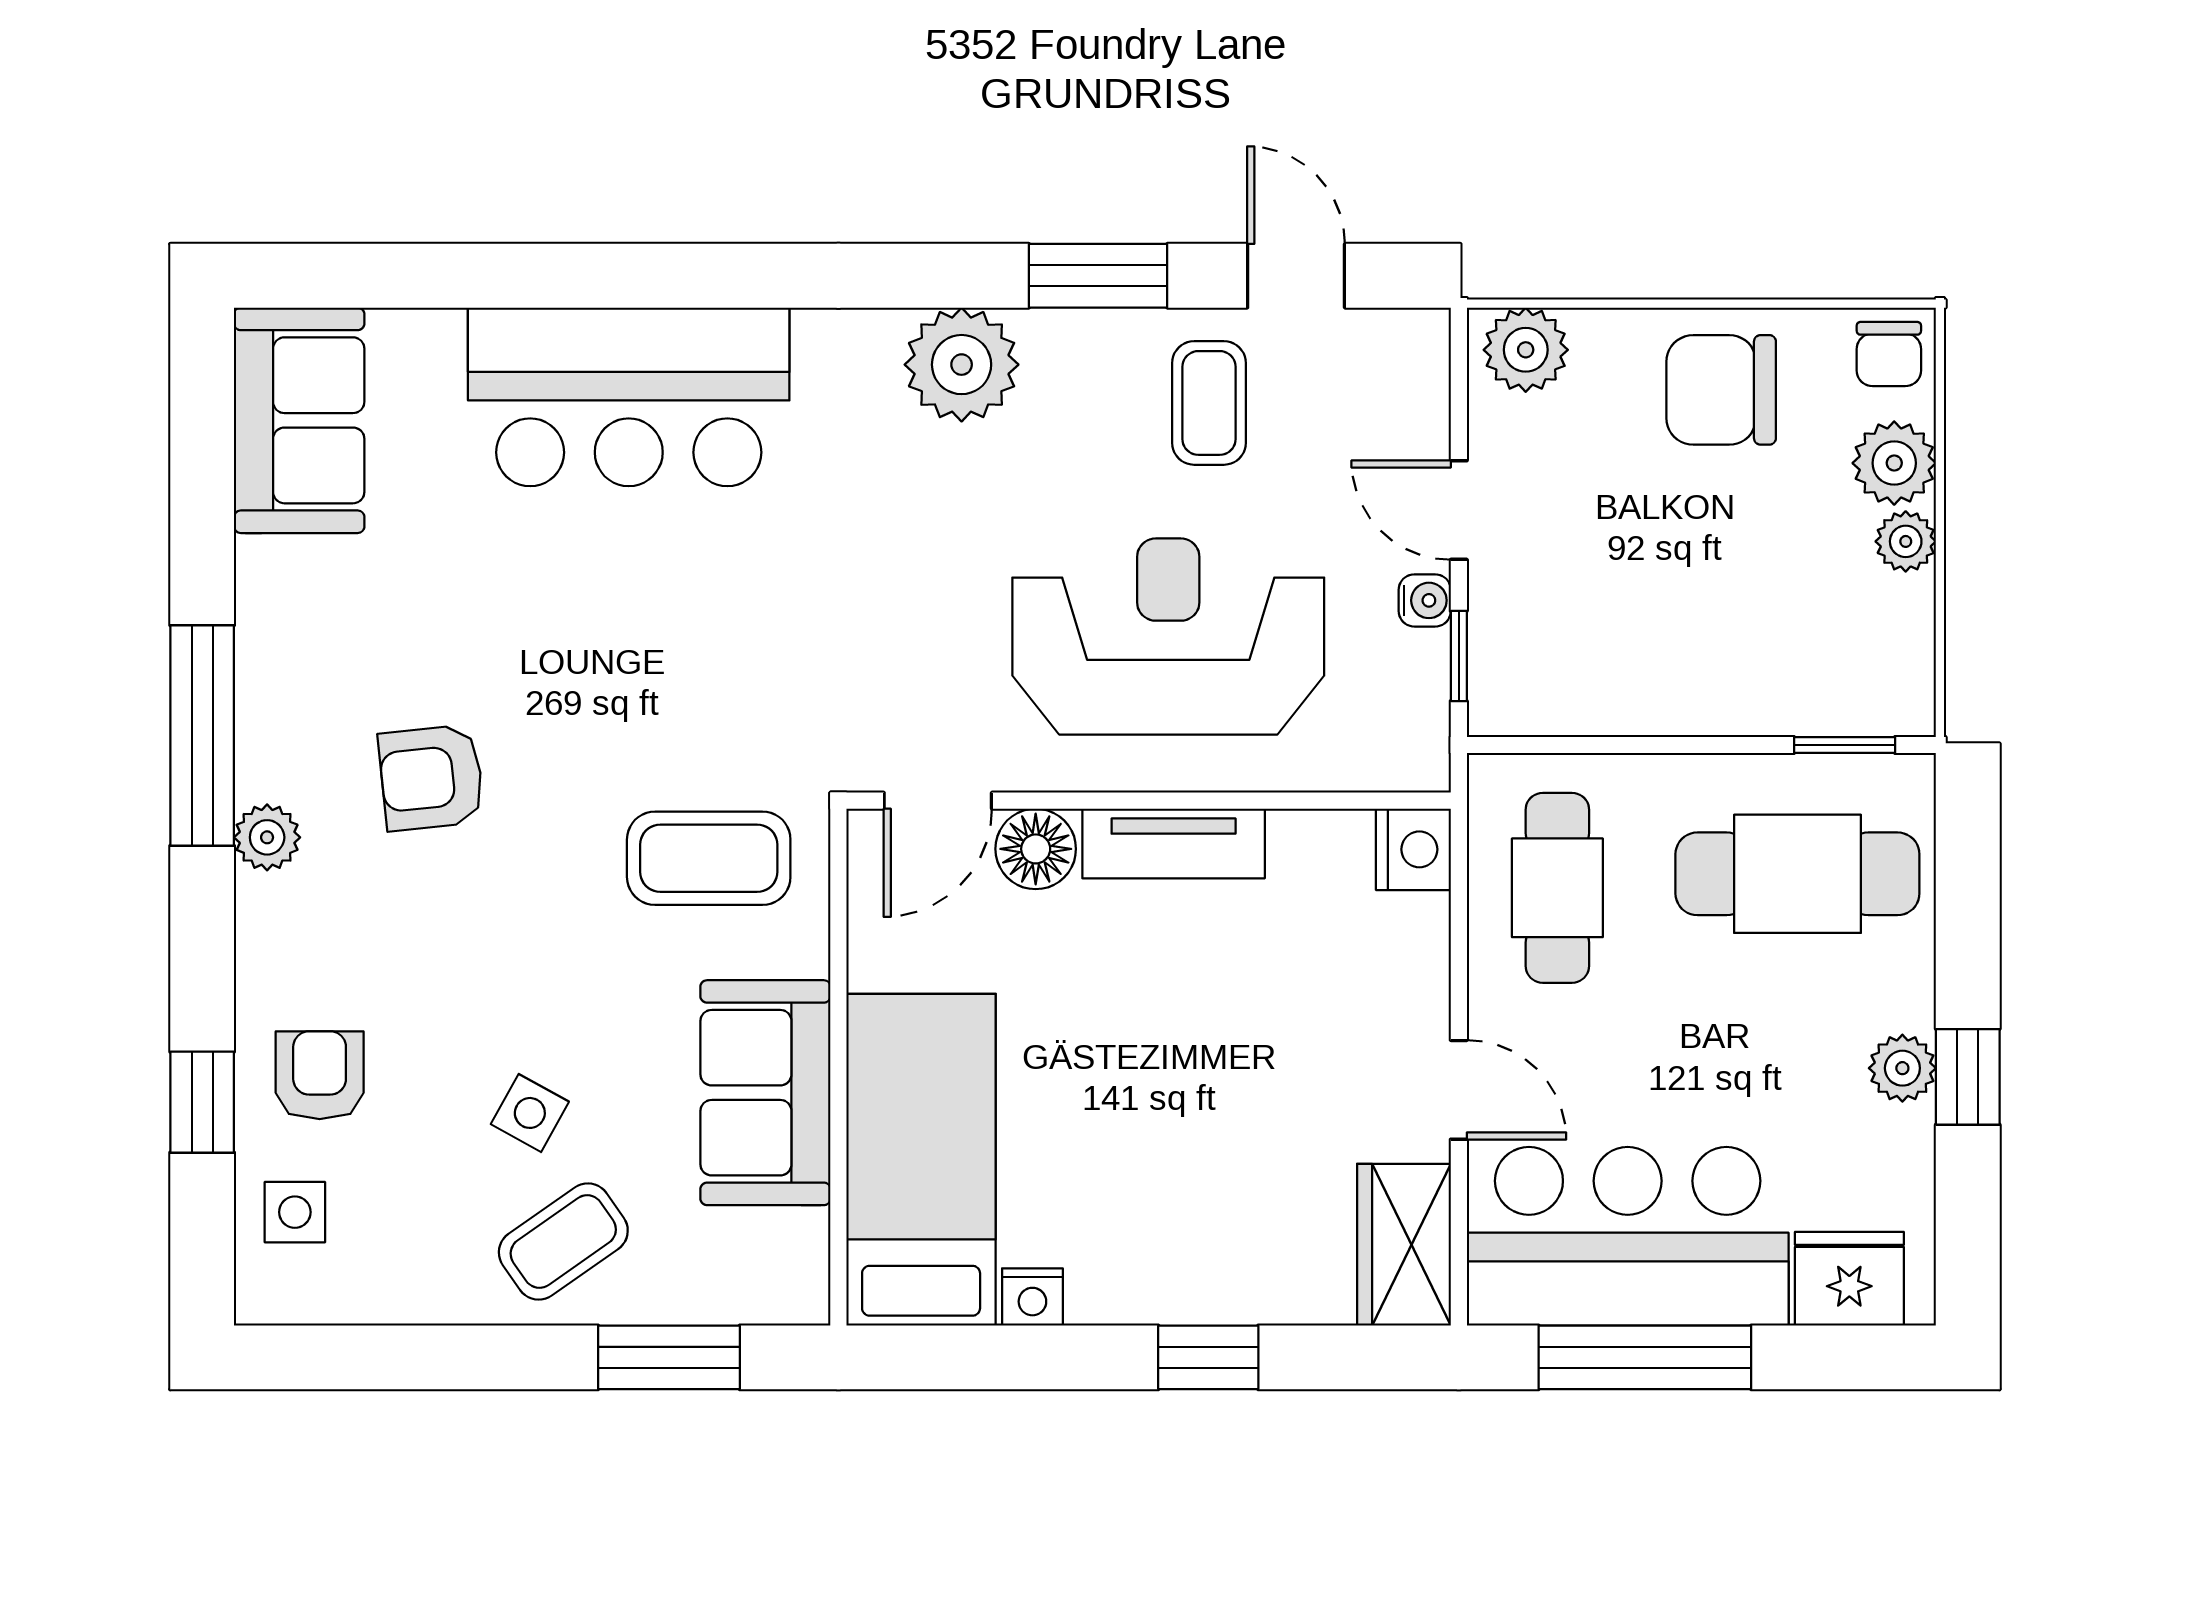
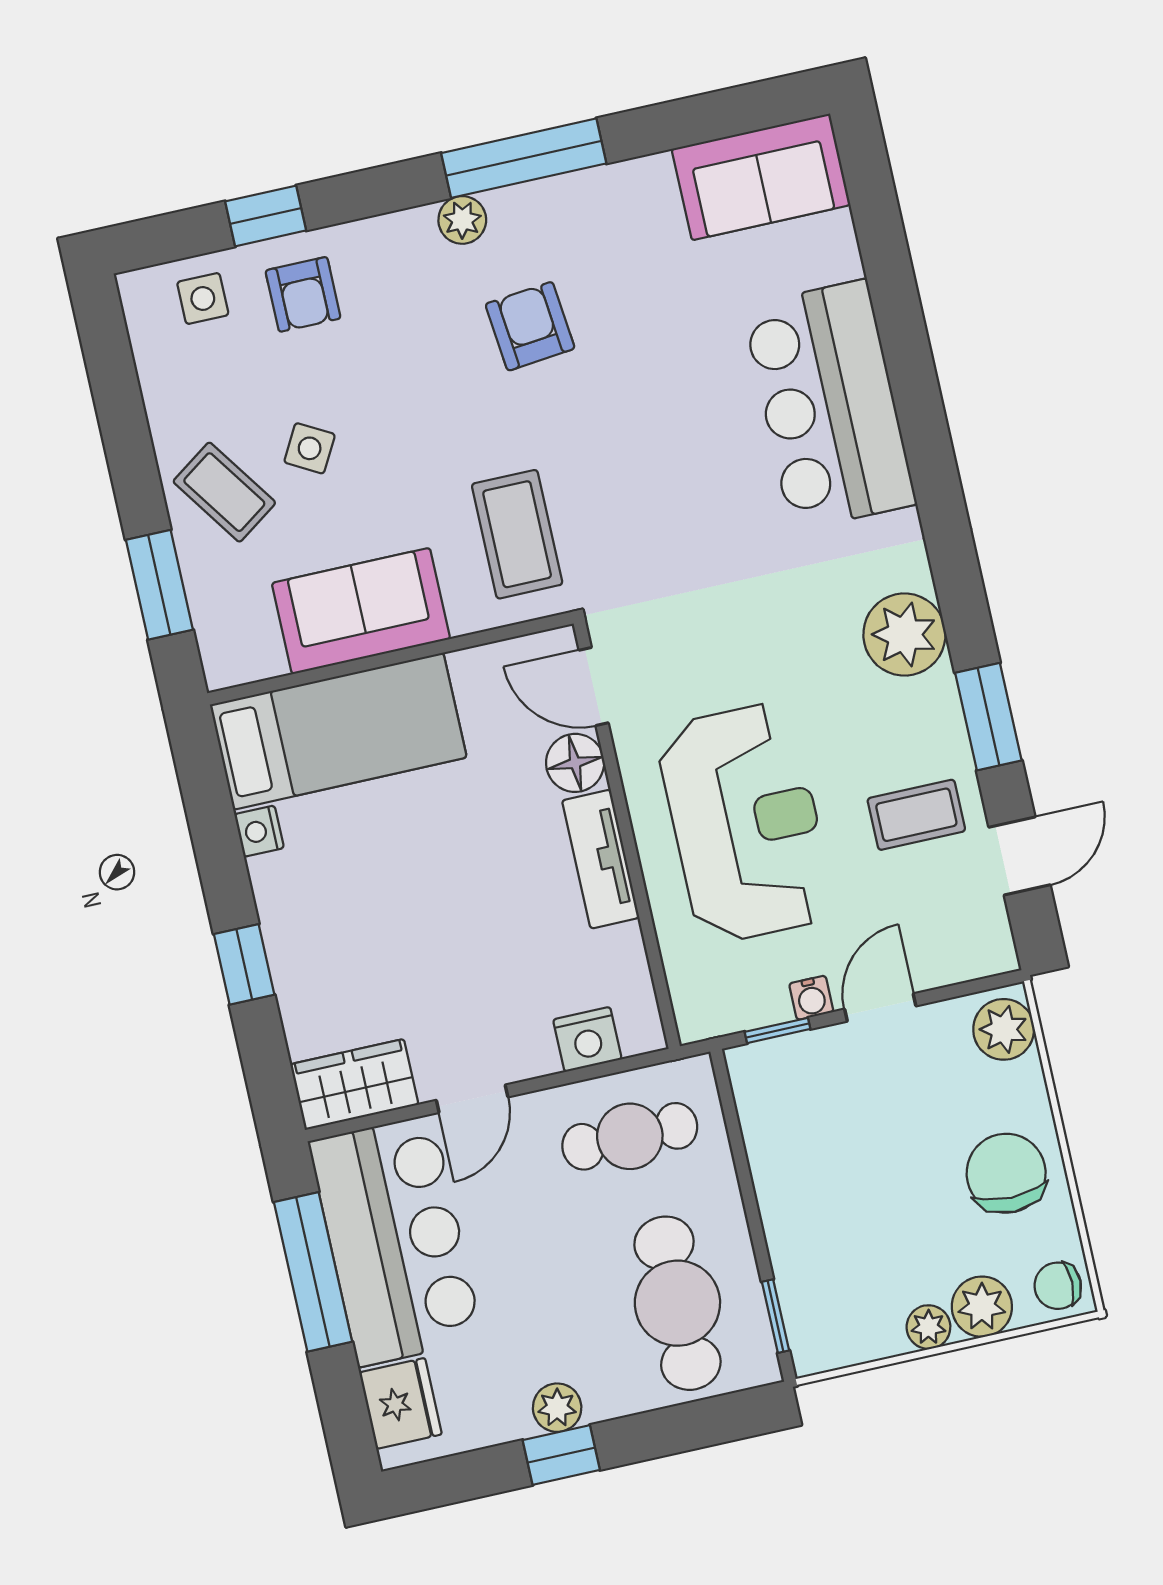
nightstand: (1413, 849) -> (587, 1039), moved
armchair: (320, 1075) -> (303, 294), turned 90

